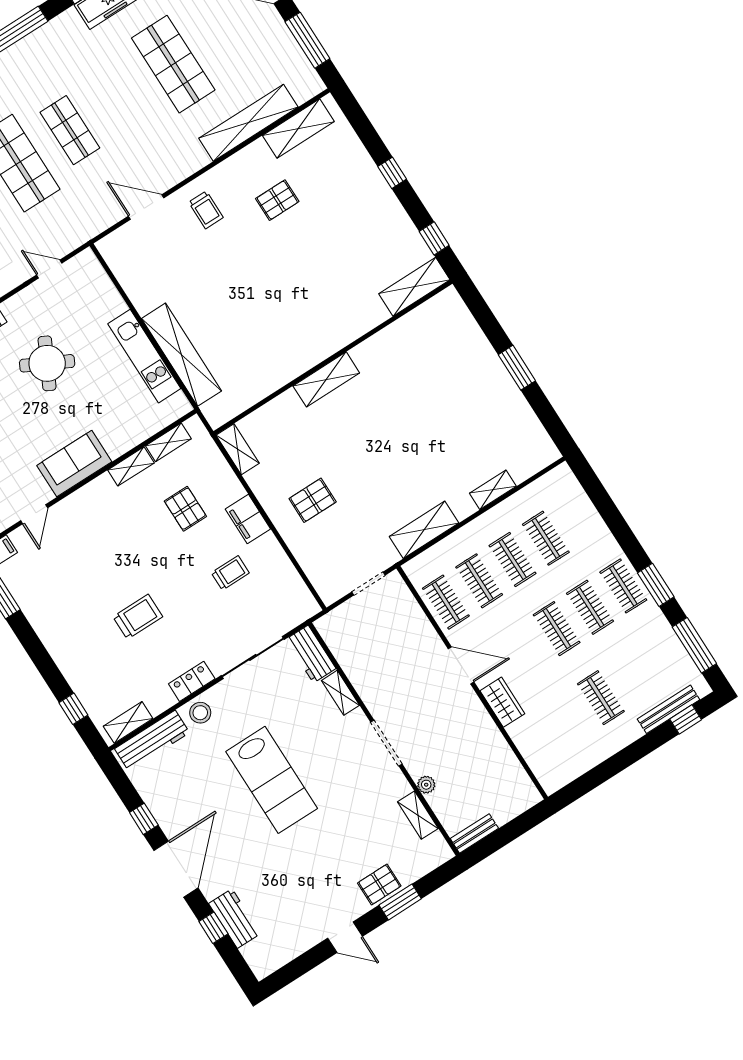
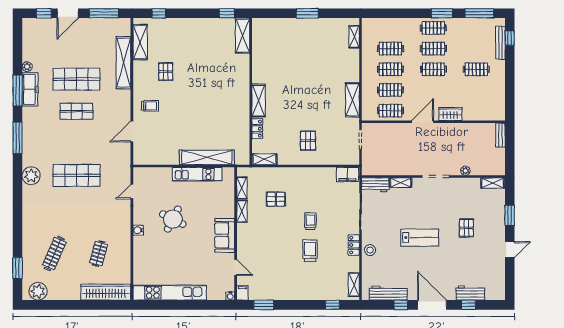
shop shelf: (70, 130) -> (76, 111), moved
window: (392, 173) -> (159, 13), moved
locker: (280, 406) -> (257, 129), added
shelving: (493, 490) -> (354, 37), moved
filing cabinet: (248, 519) -> (347, 174), moved
trolley: (230, 573) -> (310, 221), moved
workbench: (152, 741) -> (388, 293), moved, turned -90
lab bench: (272, 780) -> (420, 238), width x0.73, depth x0.72
shelving: (418, 815) -> (493, 183), moved
bench: (474, 833) -> (500, 135), moved
pallet: (379, 884) -> (466, 228), moved

